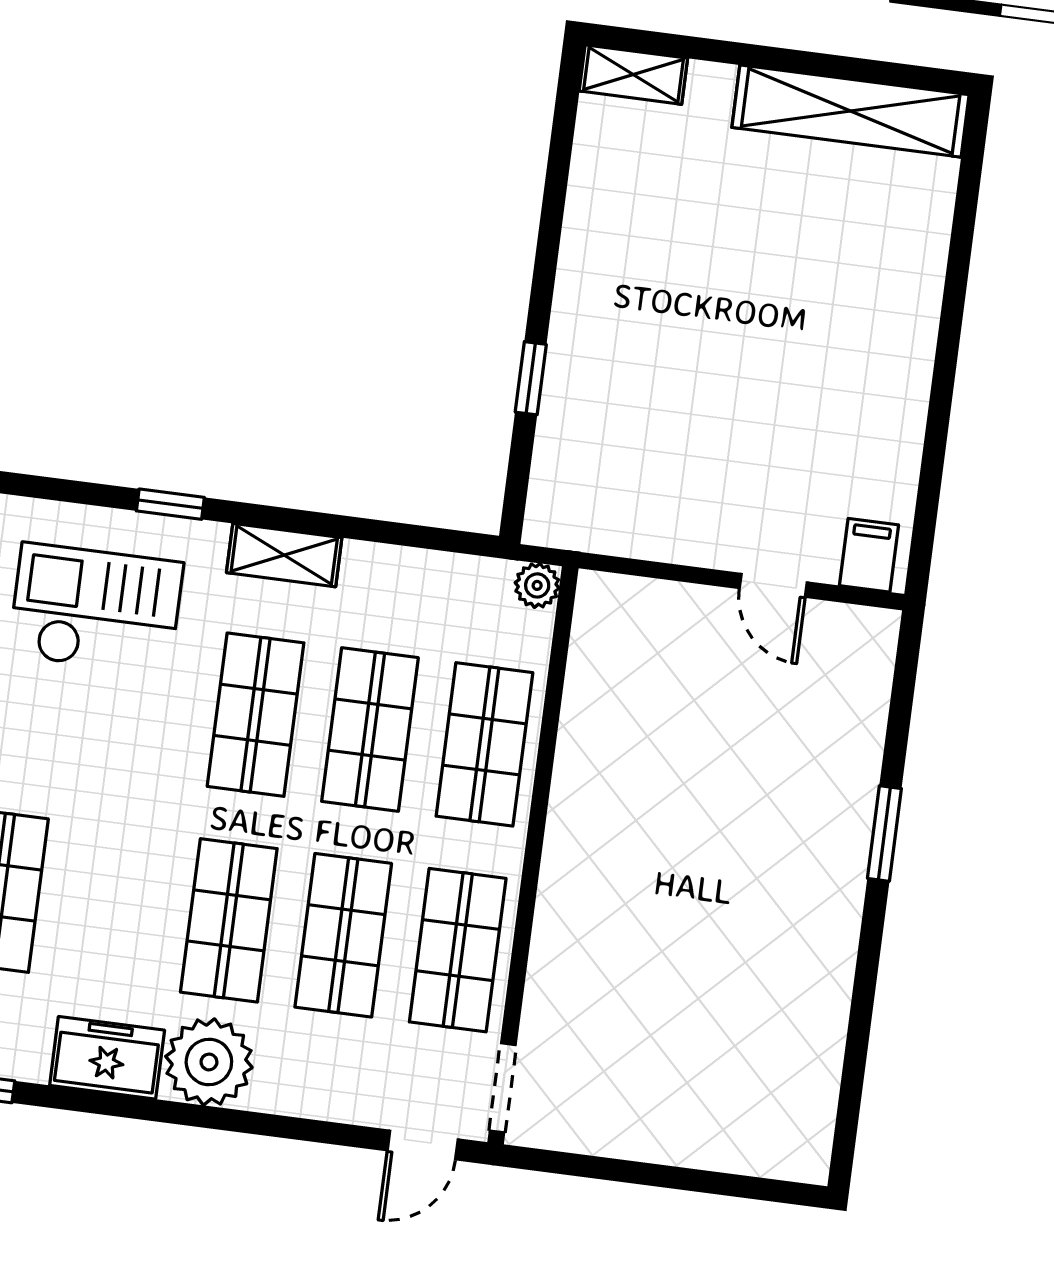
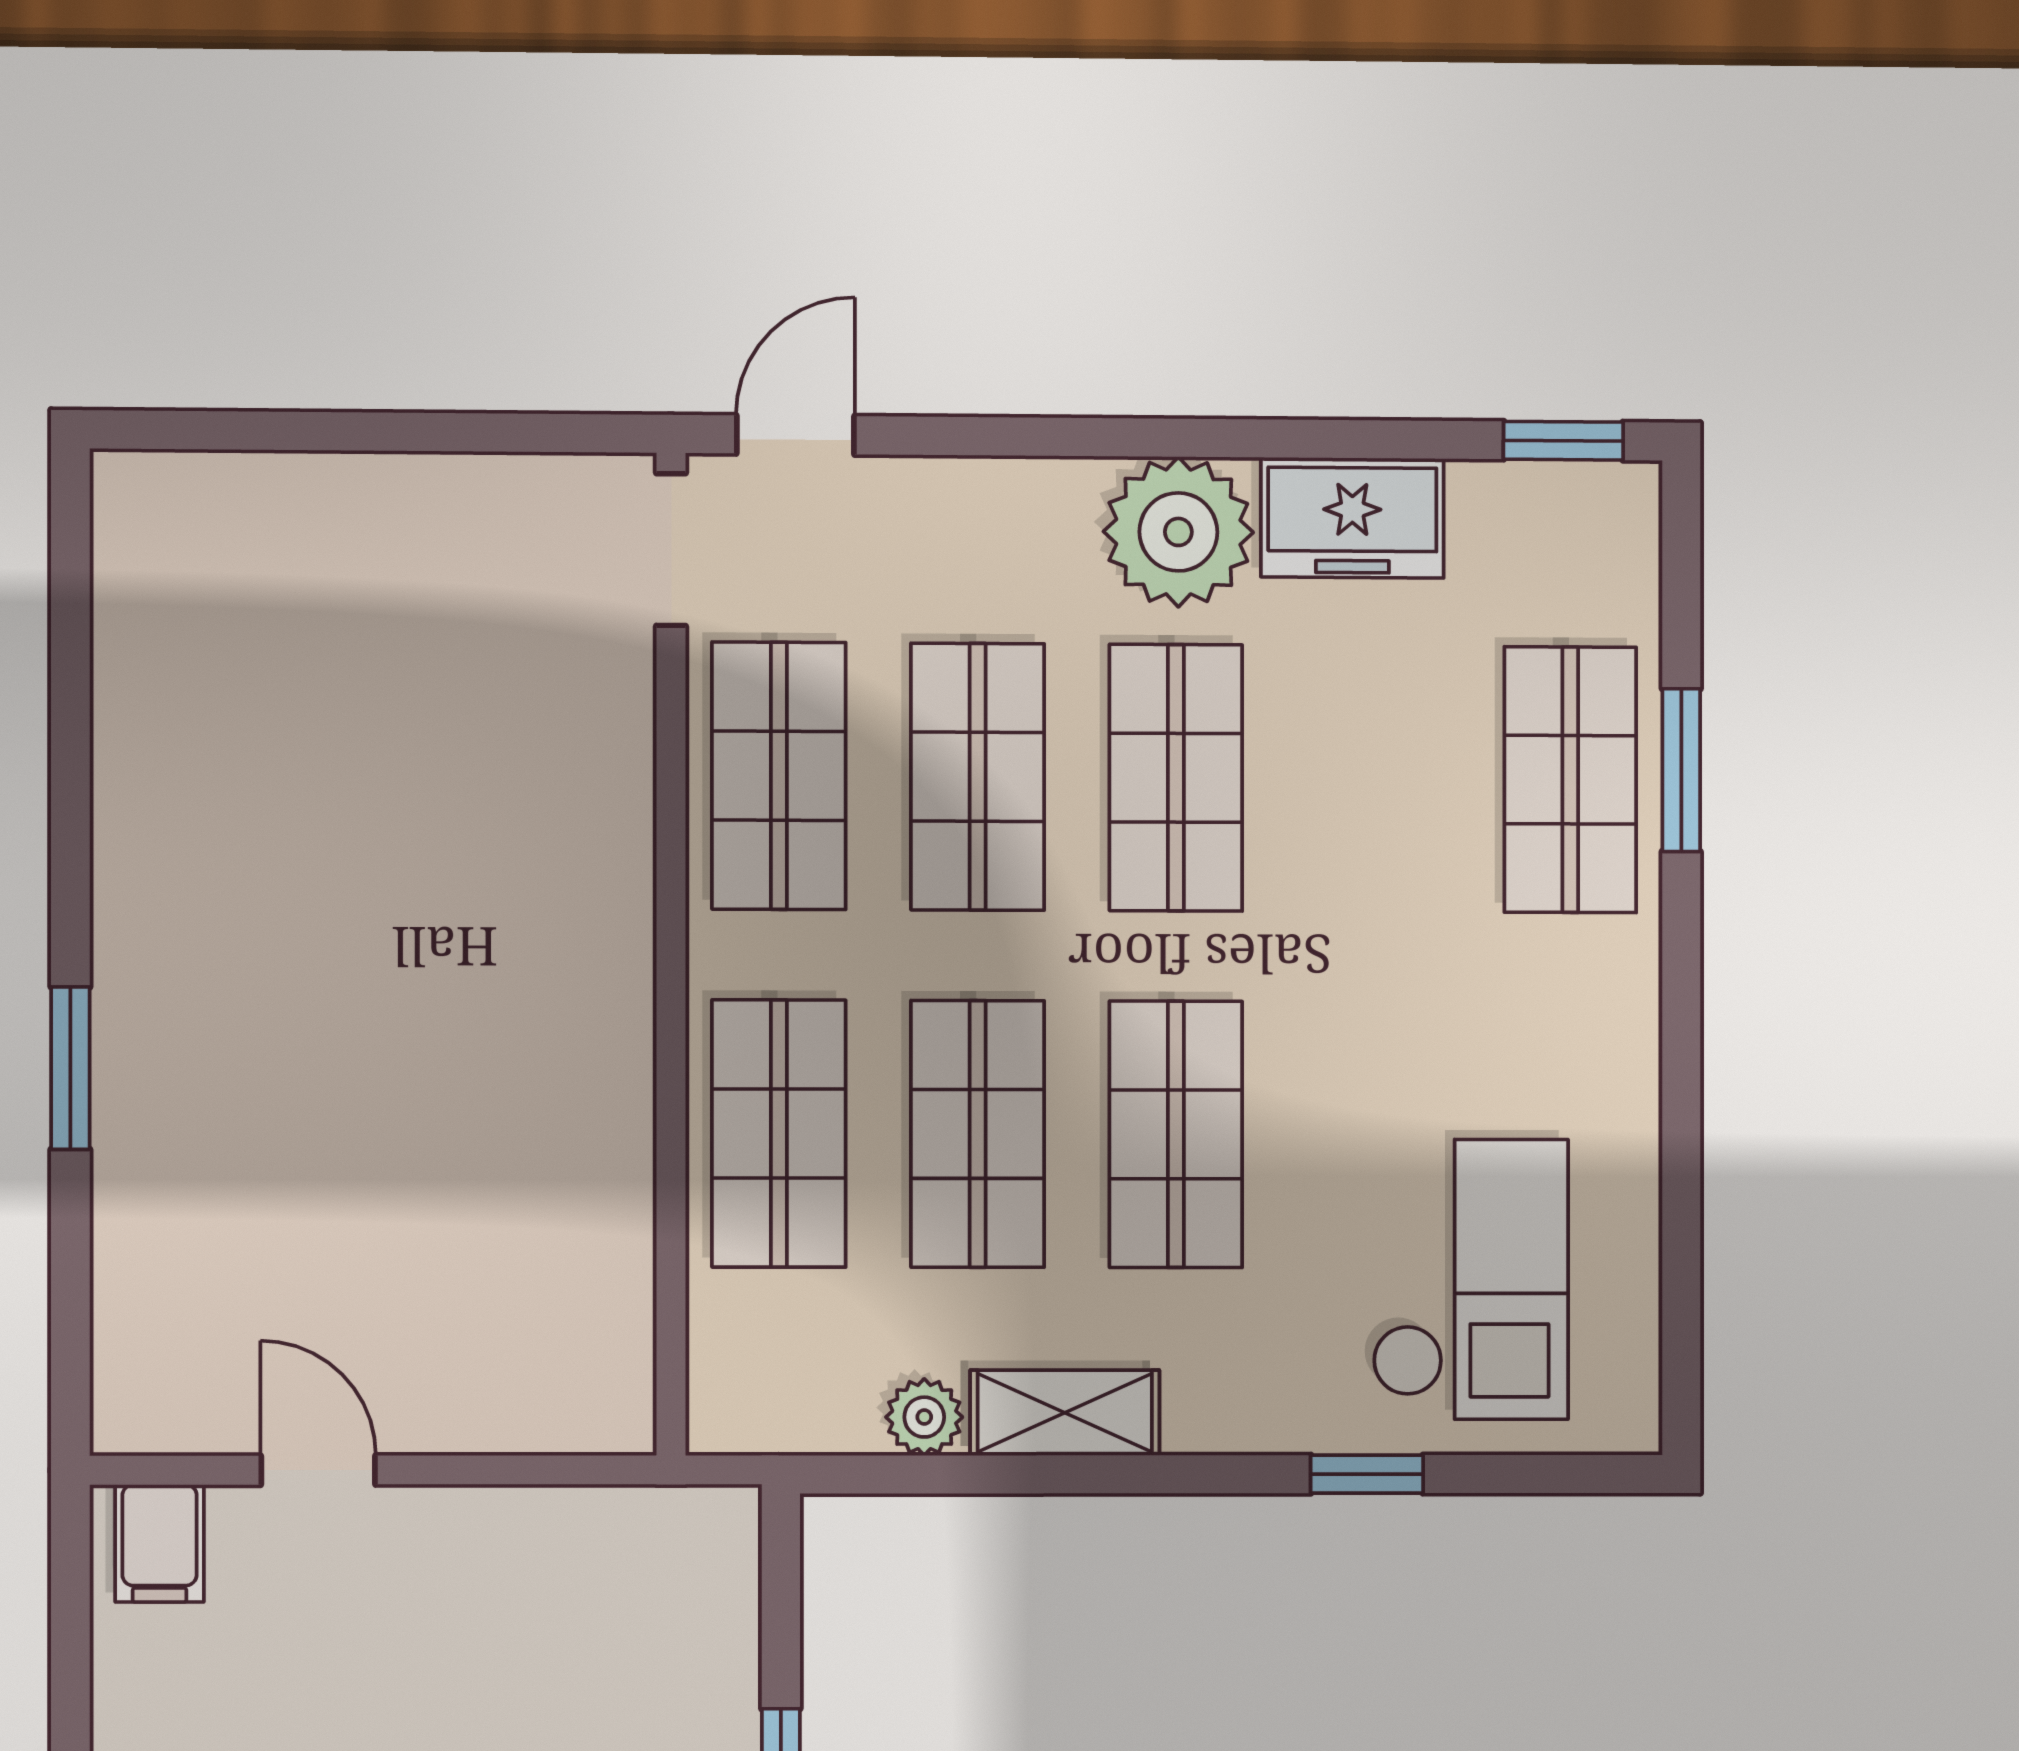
shelving: (284, 555) -> (1065, 1413), moved
plant: (537, 585) -> (924, 1417), moved
checkout: (96, 609) -> (1470, 1279), turned -90

